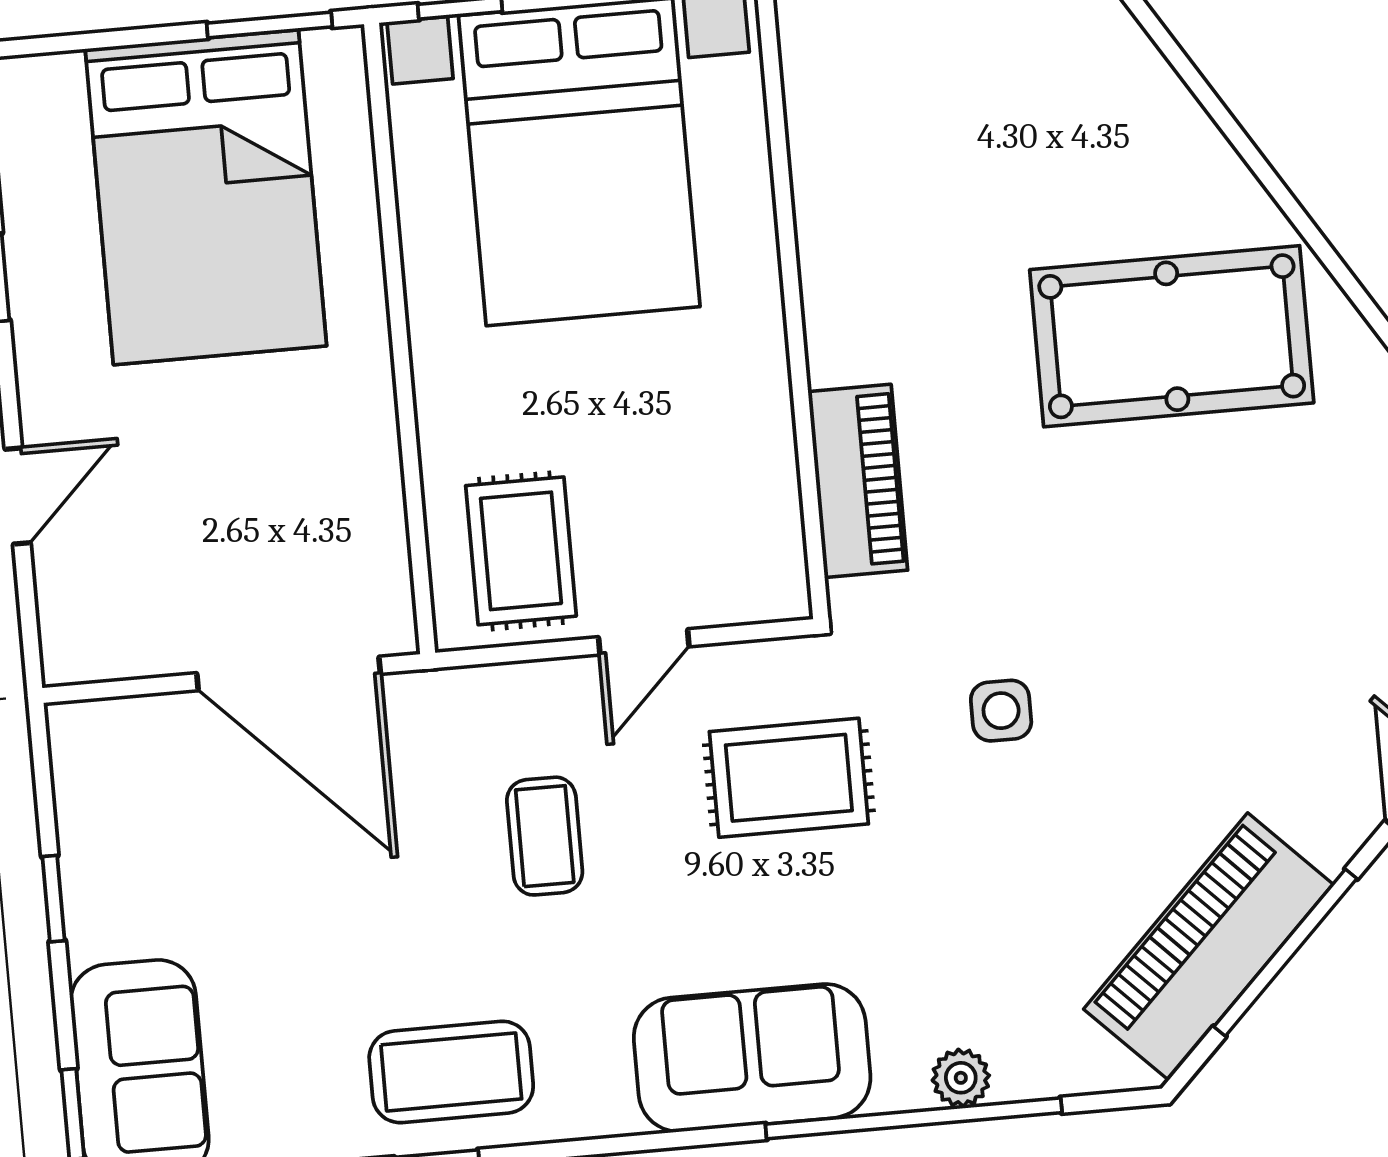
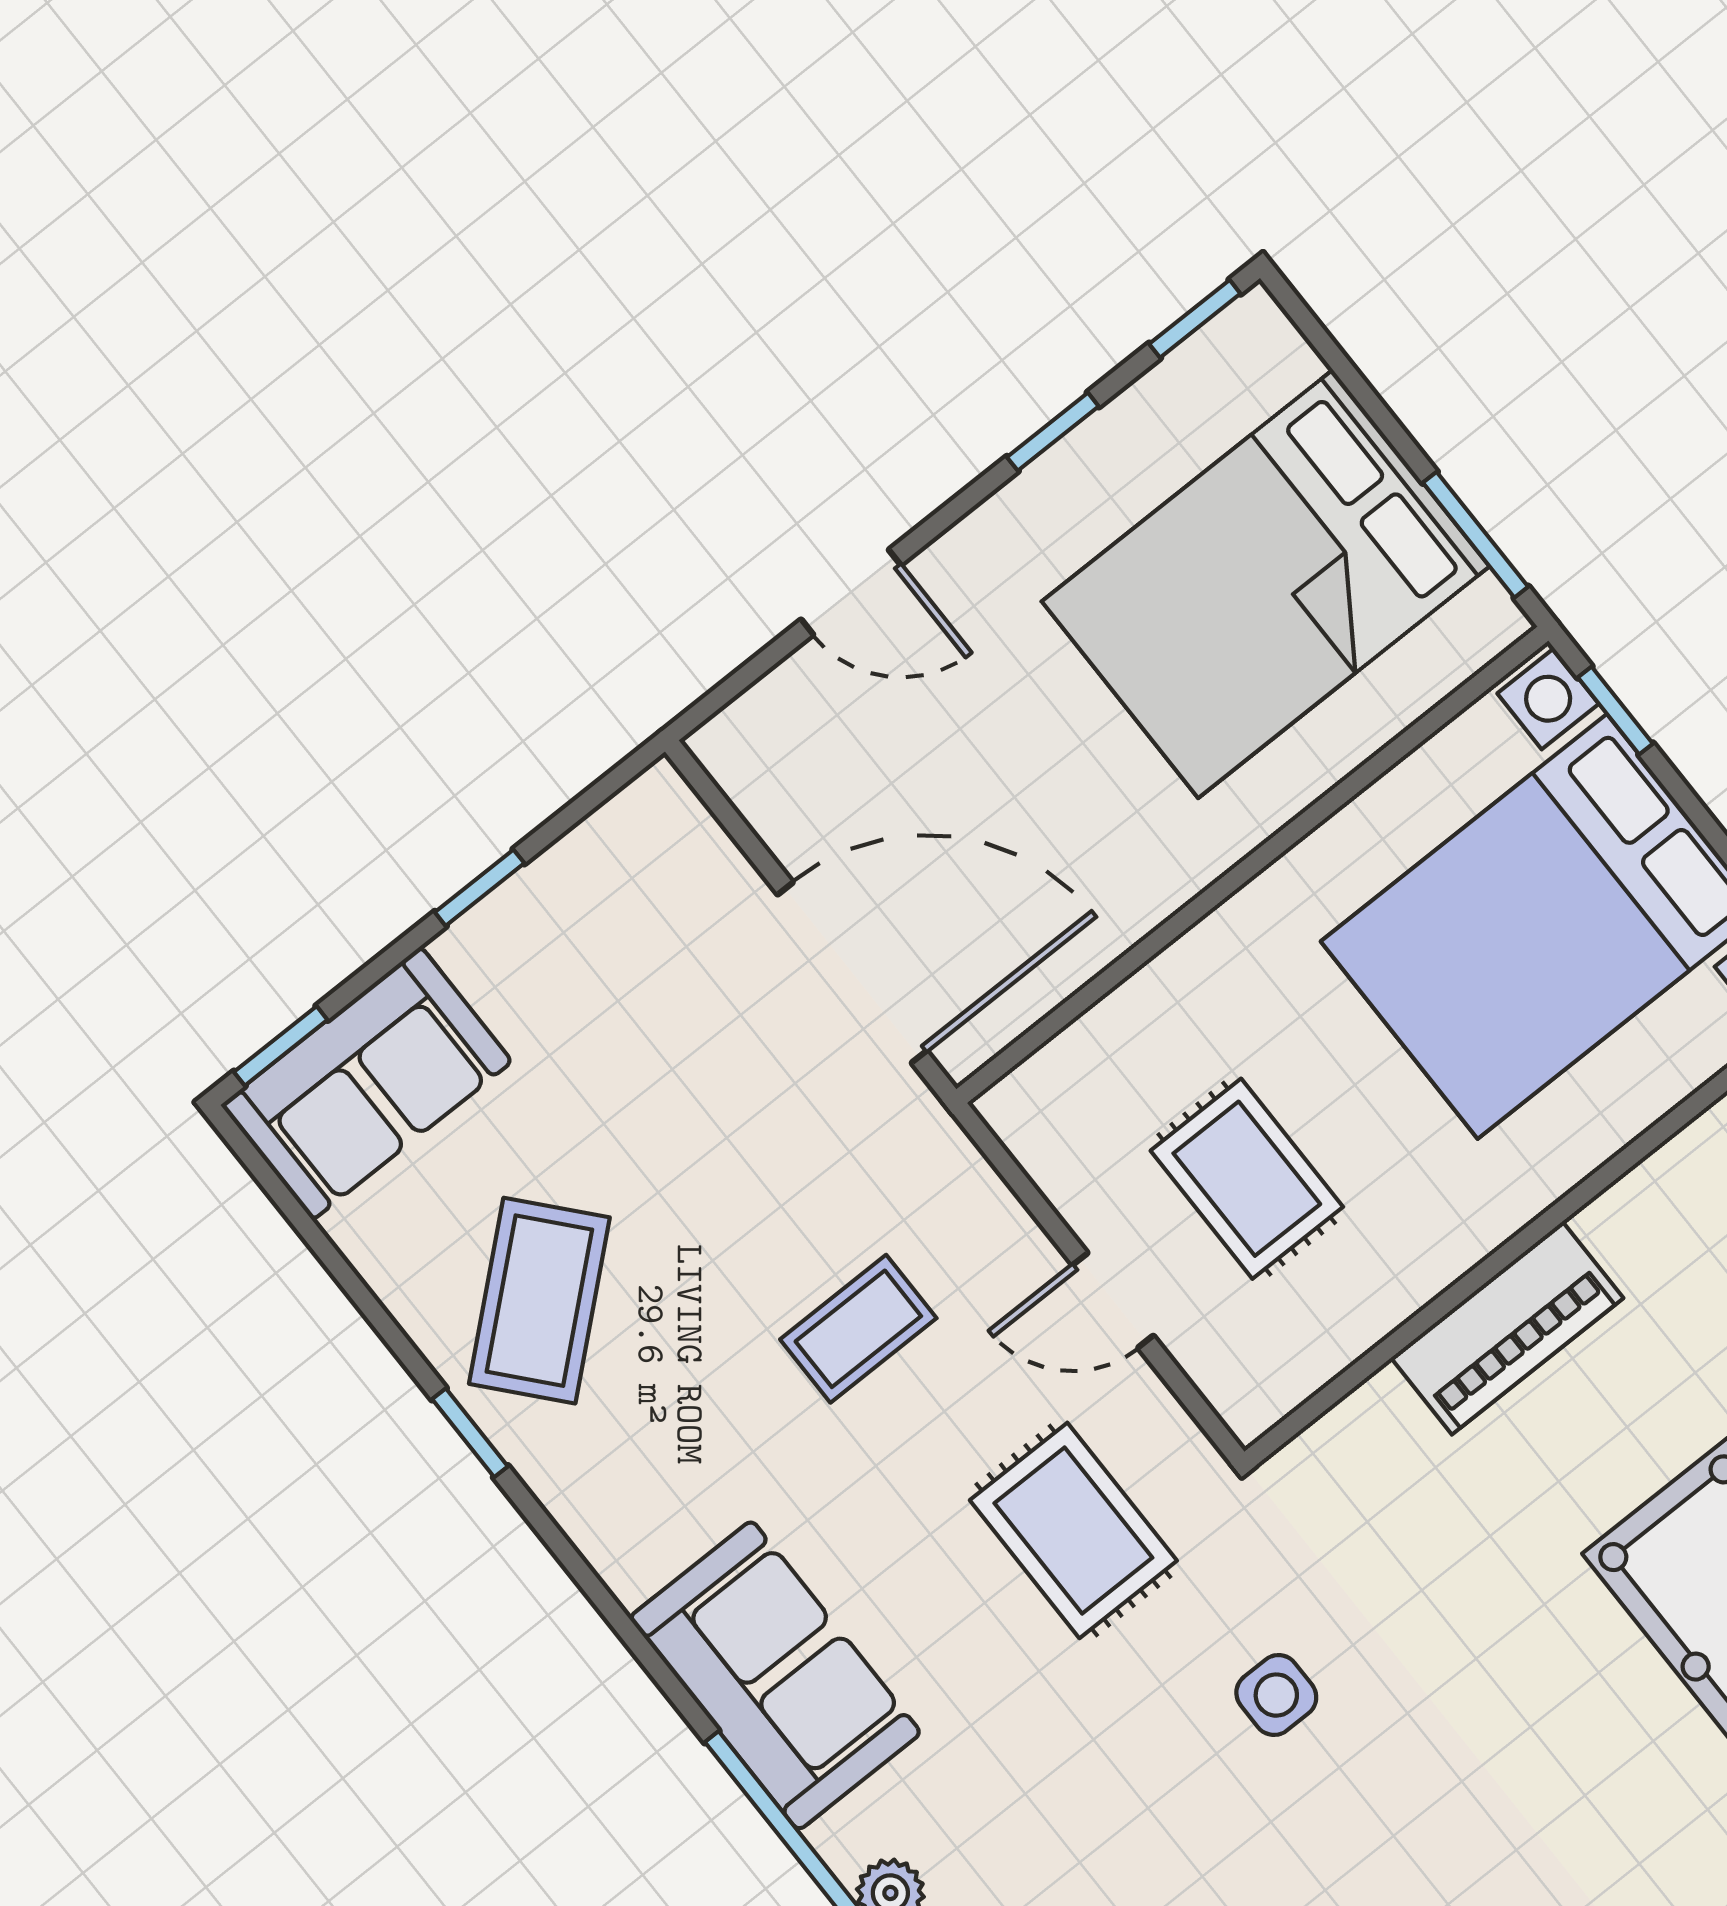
piano: (858, 481) -> (1507, 1328), moved
rug: (521, 551) -> (1247, 1179), moved, turned 90
door: (289, 673) -> (852, 973), swing flipped
coffee table: (451, 1072) -> (539, 1301), moved, turned 49

